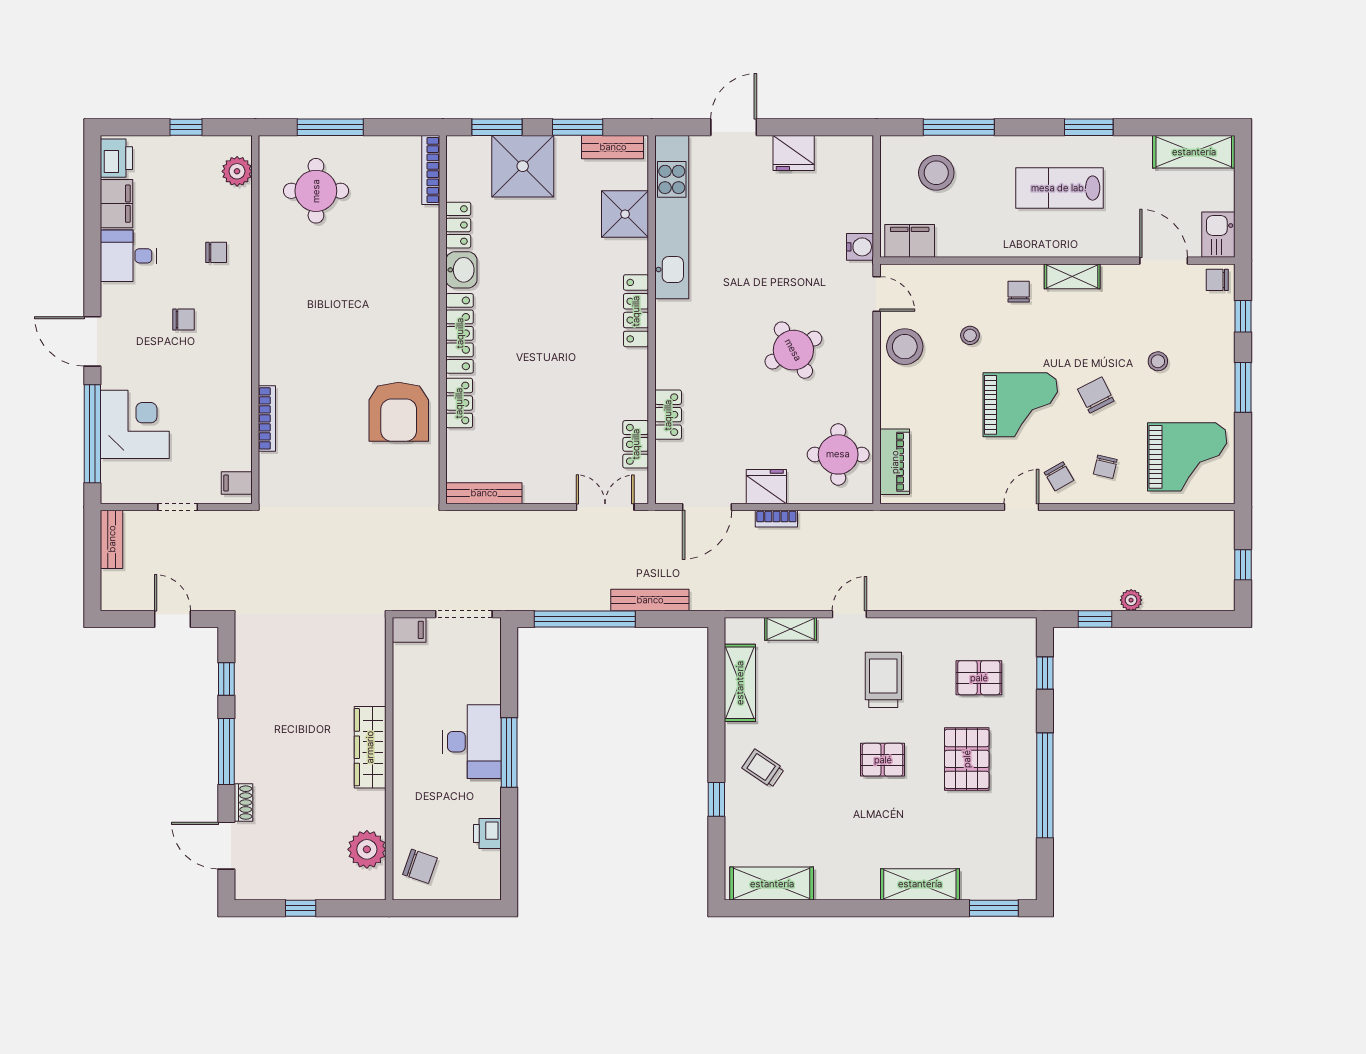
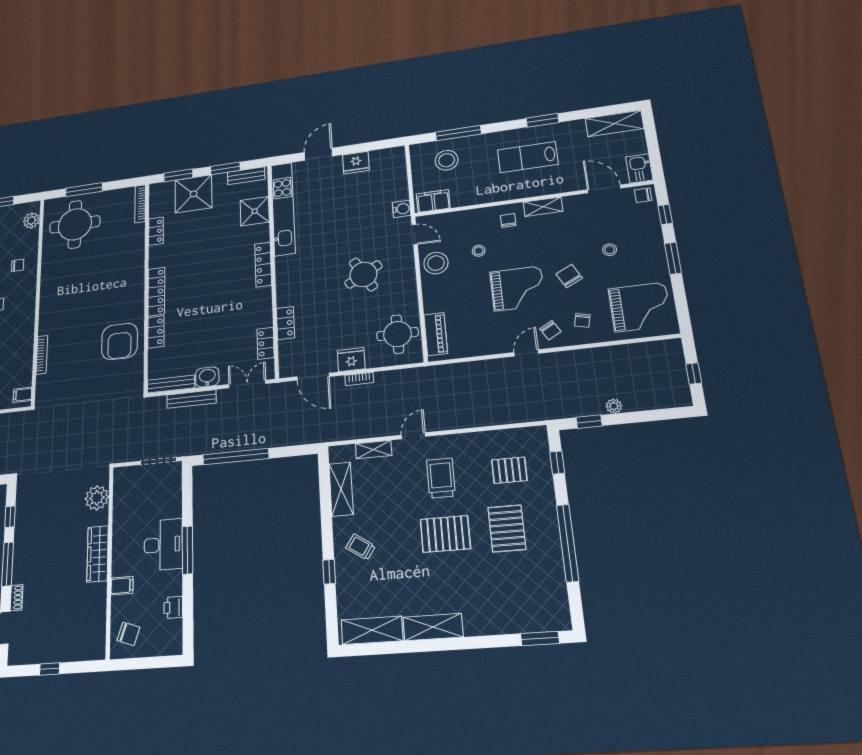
round table: (316, 191) -> (75, 224), width x1.36, depth x1.36
washbasin: (461, 270) -> (207, 377), moved, turned -90
door: (707, 507) -> (313, 377), hinge flipped
bench: (650, 600) -> (191, 399), moved
filing cabinet: (409, 630) -> (122, 586), moved
pallet: (883, 760) -> (445, 534), width x1.50, depth x1.42
plant: (367, 849) -> (97, 498), moved
shelving: (920, 884) -> (433, 627), moved

